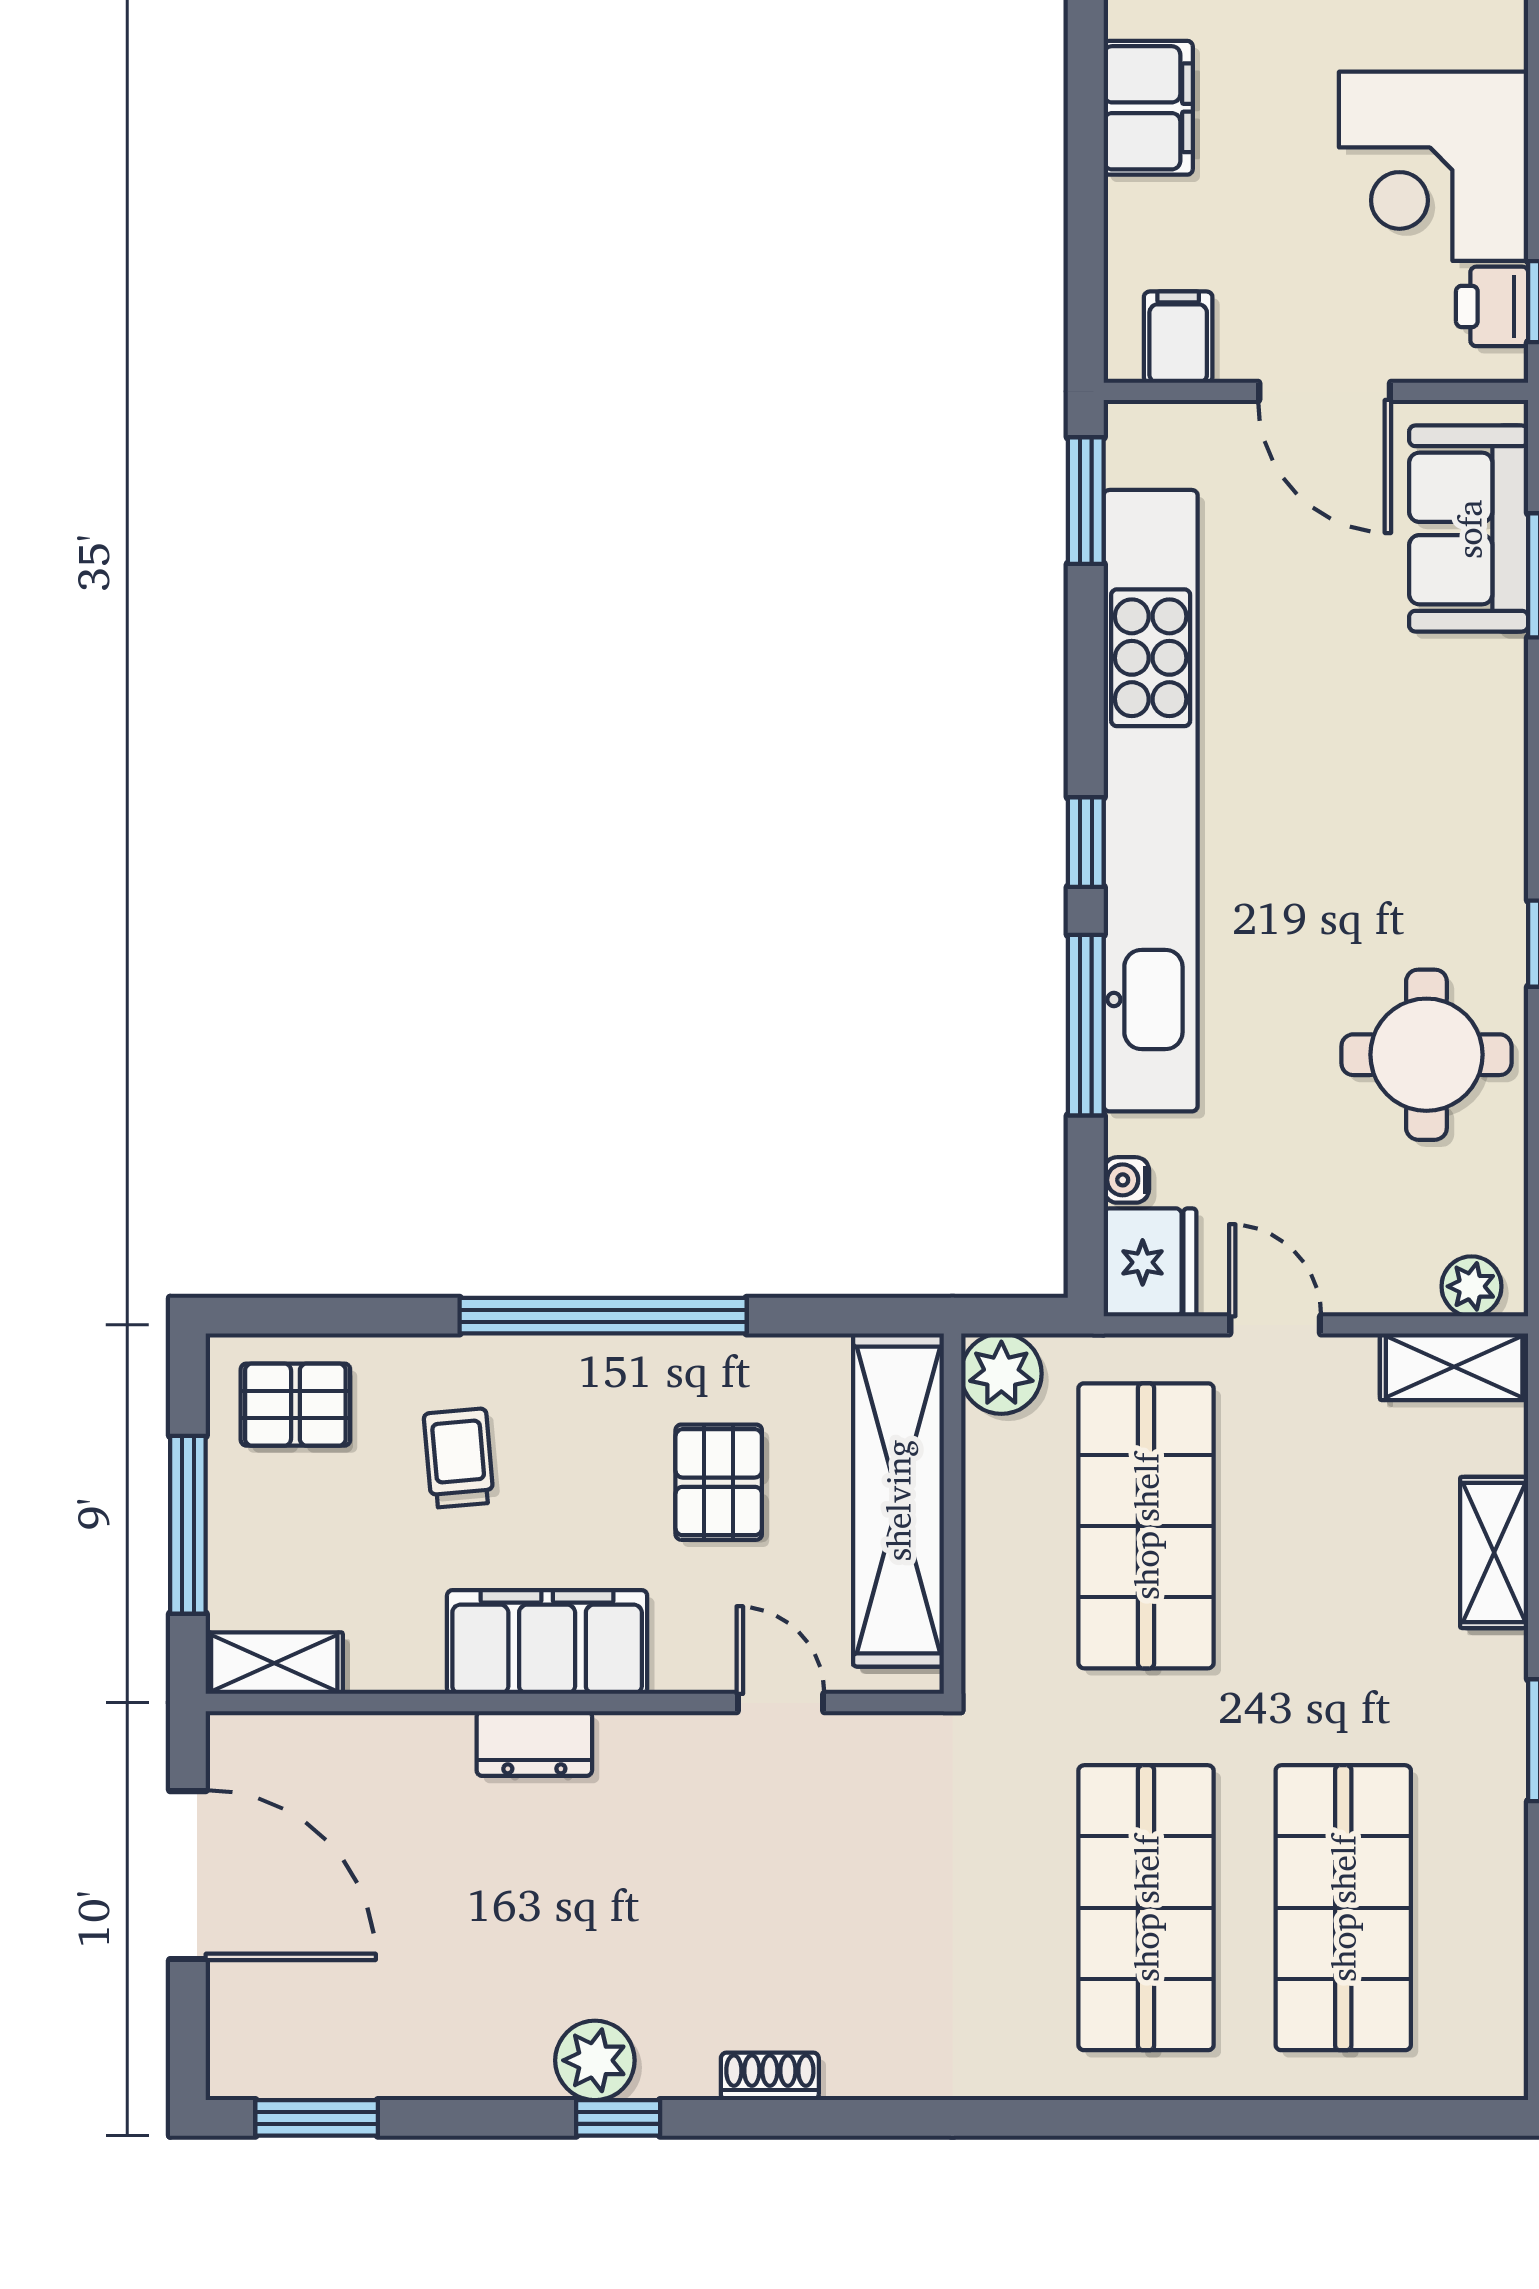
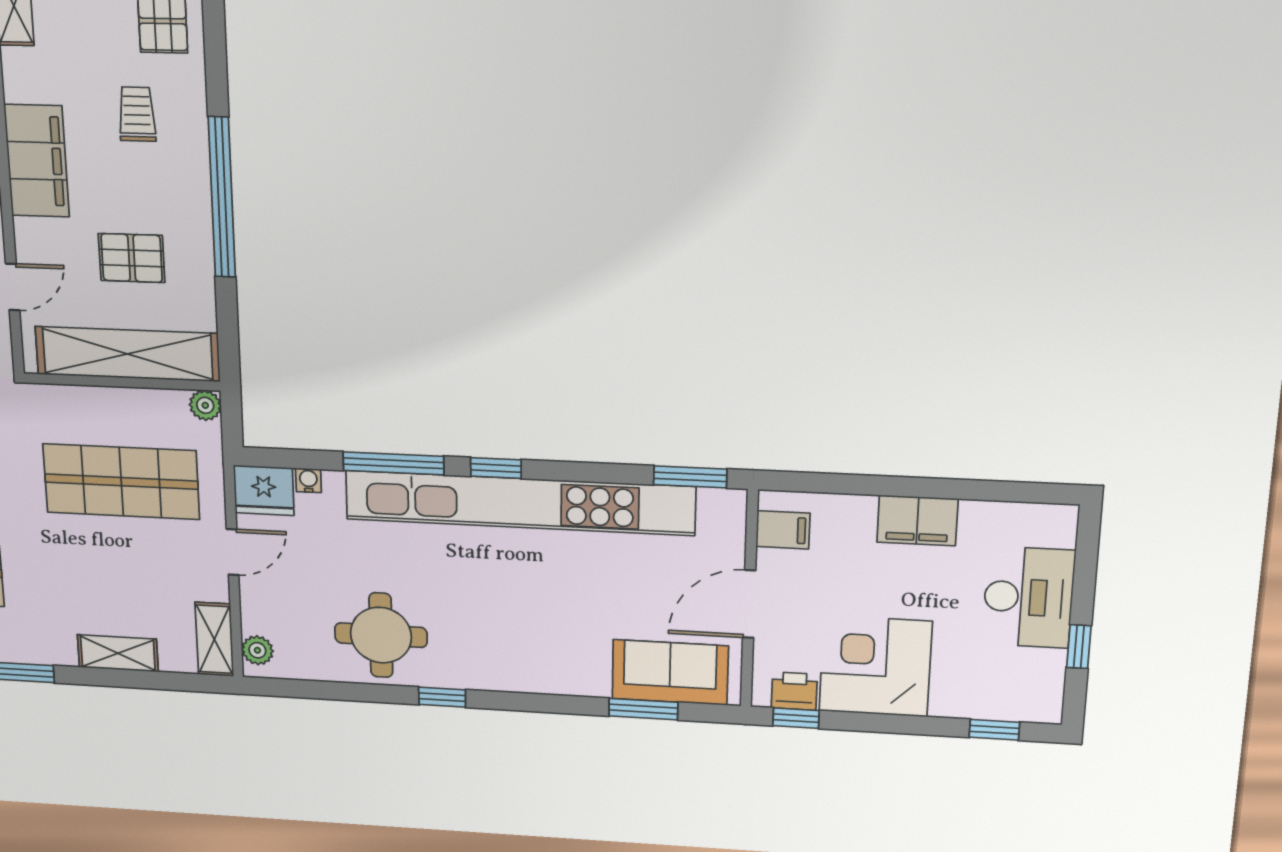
plant: (1001, 1374) -> (205, 405), width x0.73, depth x0.73
trolley: (459, 1458) -> (137, 114), turned -85

